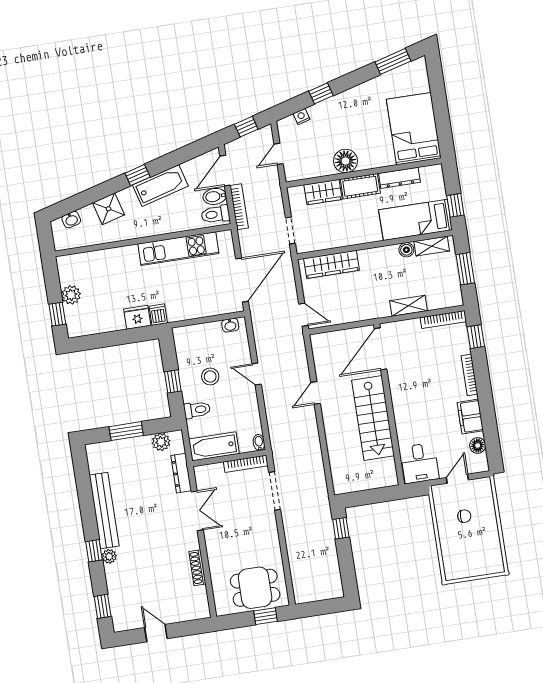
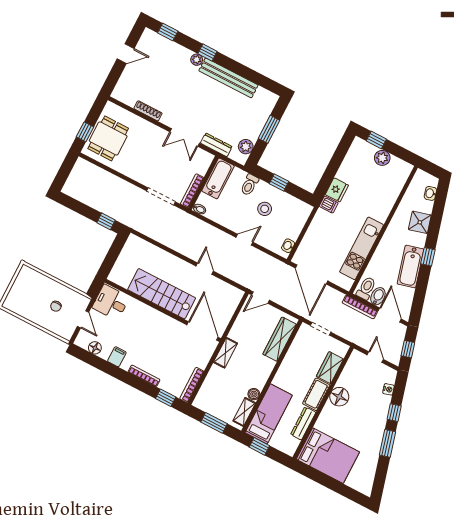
window: (393, 61) -> (387, 443), moved
shelving: (409, 306) -> (225, 353), moved
filing cabinet: (470, 417) -> (117, 357), width x0.50

